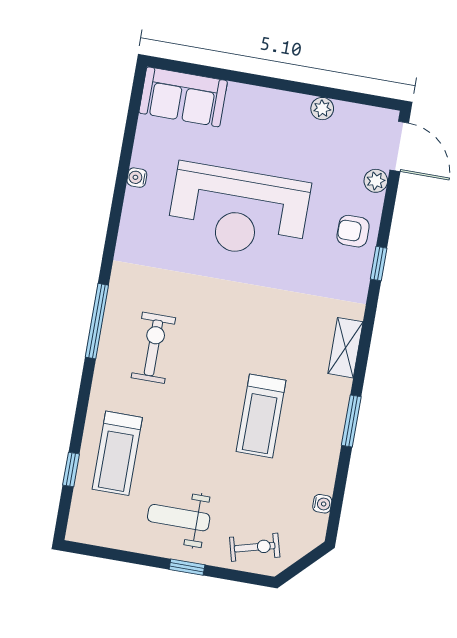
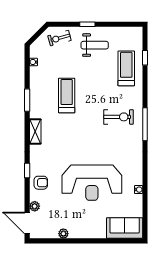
reception desk: (239, 211) -> (92, 183), turned 180
exercise bike: (153, 348) -> (119, 117), turned -90

